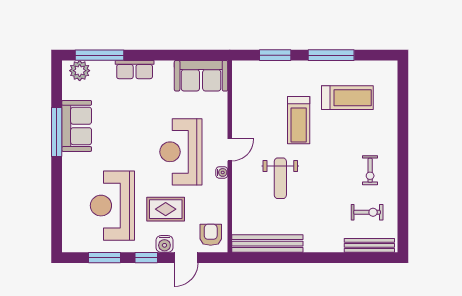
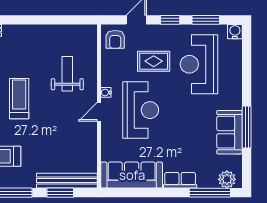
sofa: (201, 76) -> (132, 175), width x1.36
treadmill: (299, 120) -> (19, 99), moved
weight bench: (280, 178) -> (67, 74), moved
reception desk: (112, 206) -> (199, 64), turned 180
water cooler: (164, 244) -> (235, 32), moved
bench: (267, 244) -> (67, 181), moved

